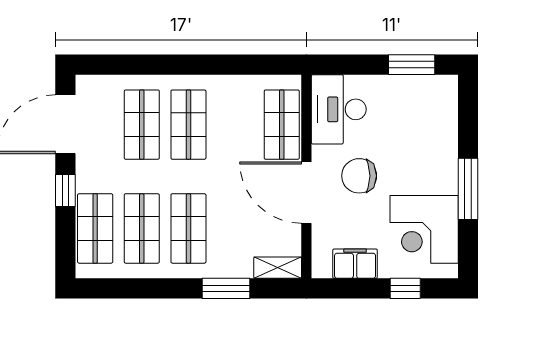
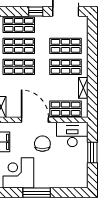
window: (412, 65) -> (92, 152), moved
shelving: (235, 85) -> (83, 88), added
door: (306, 193) -> (35, 120), hinge flipped

